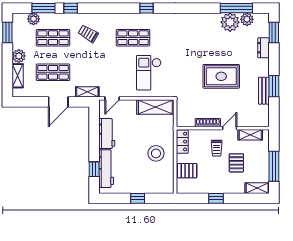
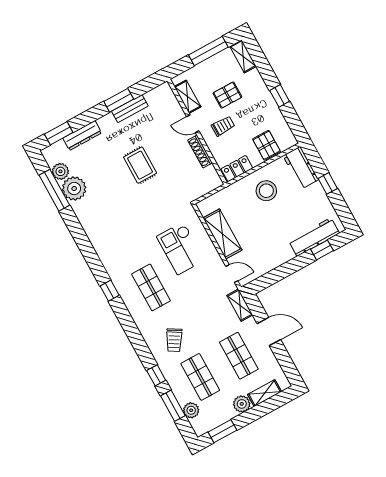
dresser: (263, 48) -> (82, 136), width x1.44
checkout: (149, 73) -> (181, 248), turned 90
rug: (221, 76) -> (140, 165), width x0.73, depth x0.70
shelving: (155, 107) -> (222, 234), moved
workbench: (107, 134) -> (301, 168), moved, turned -90

